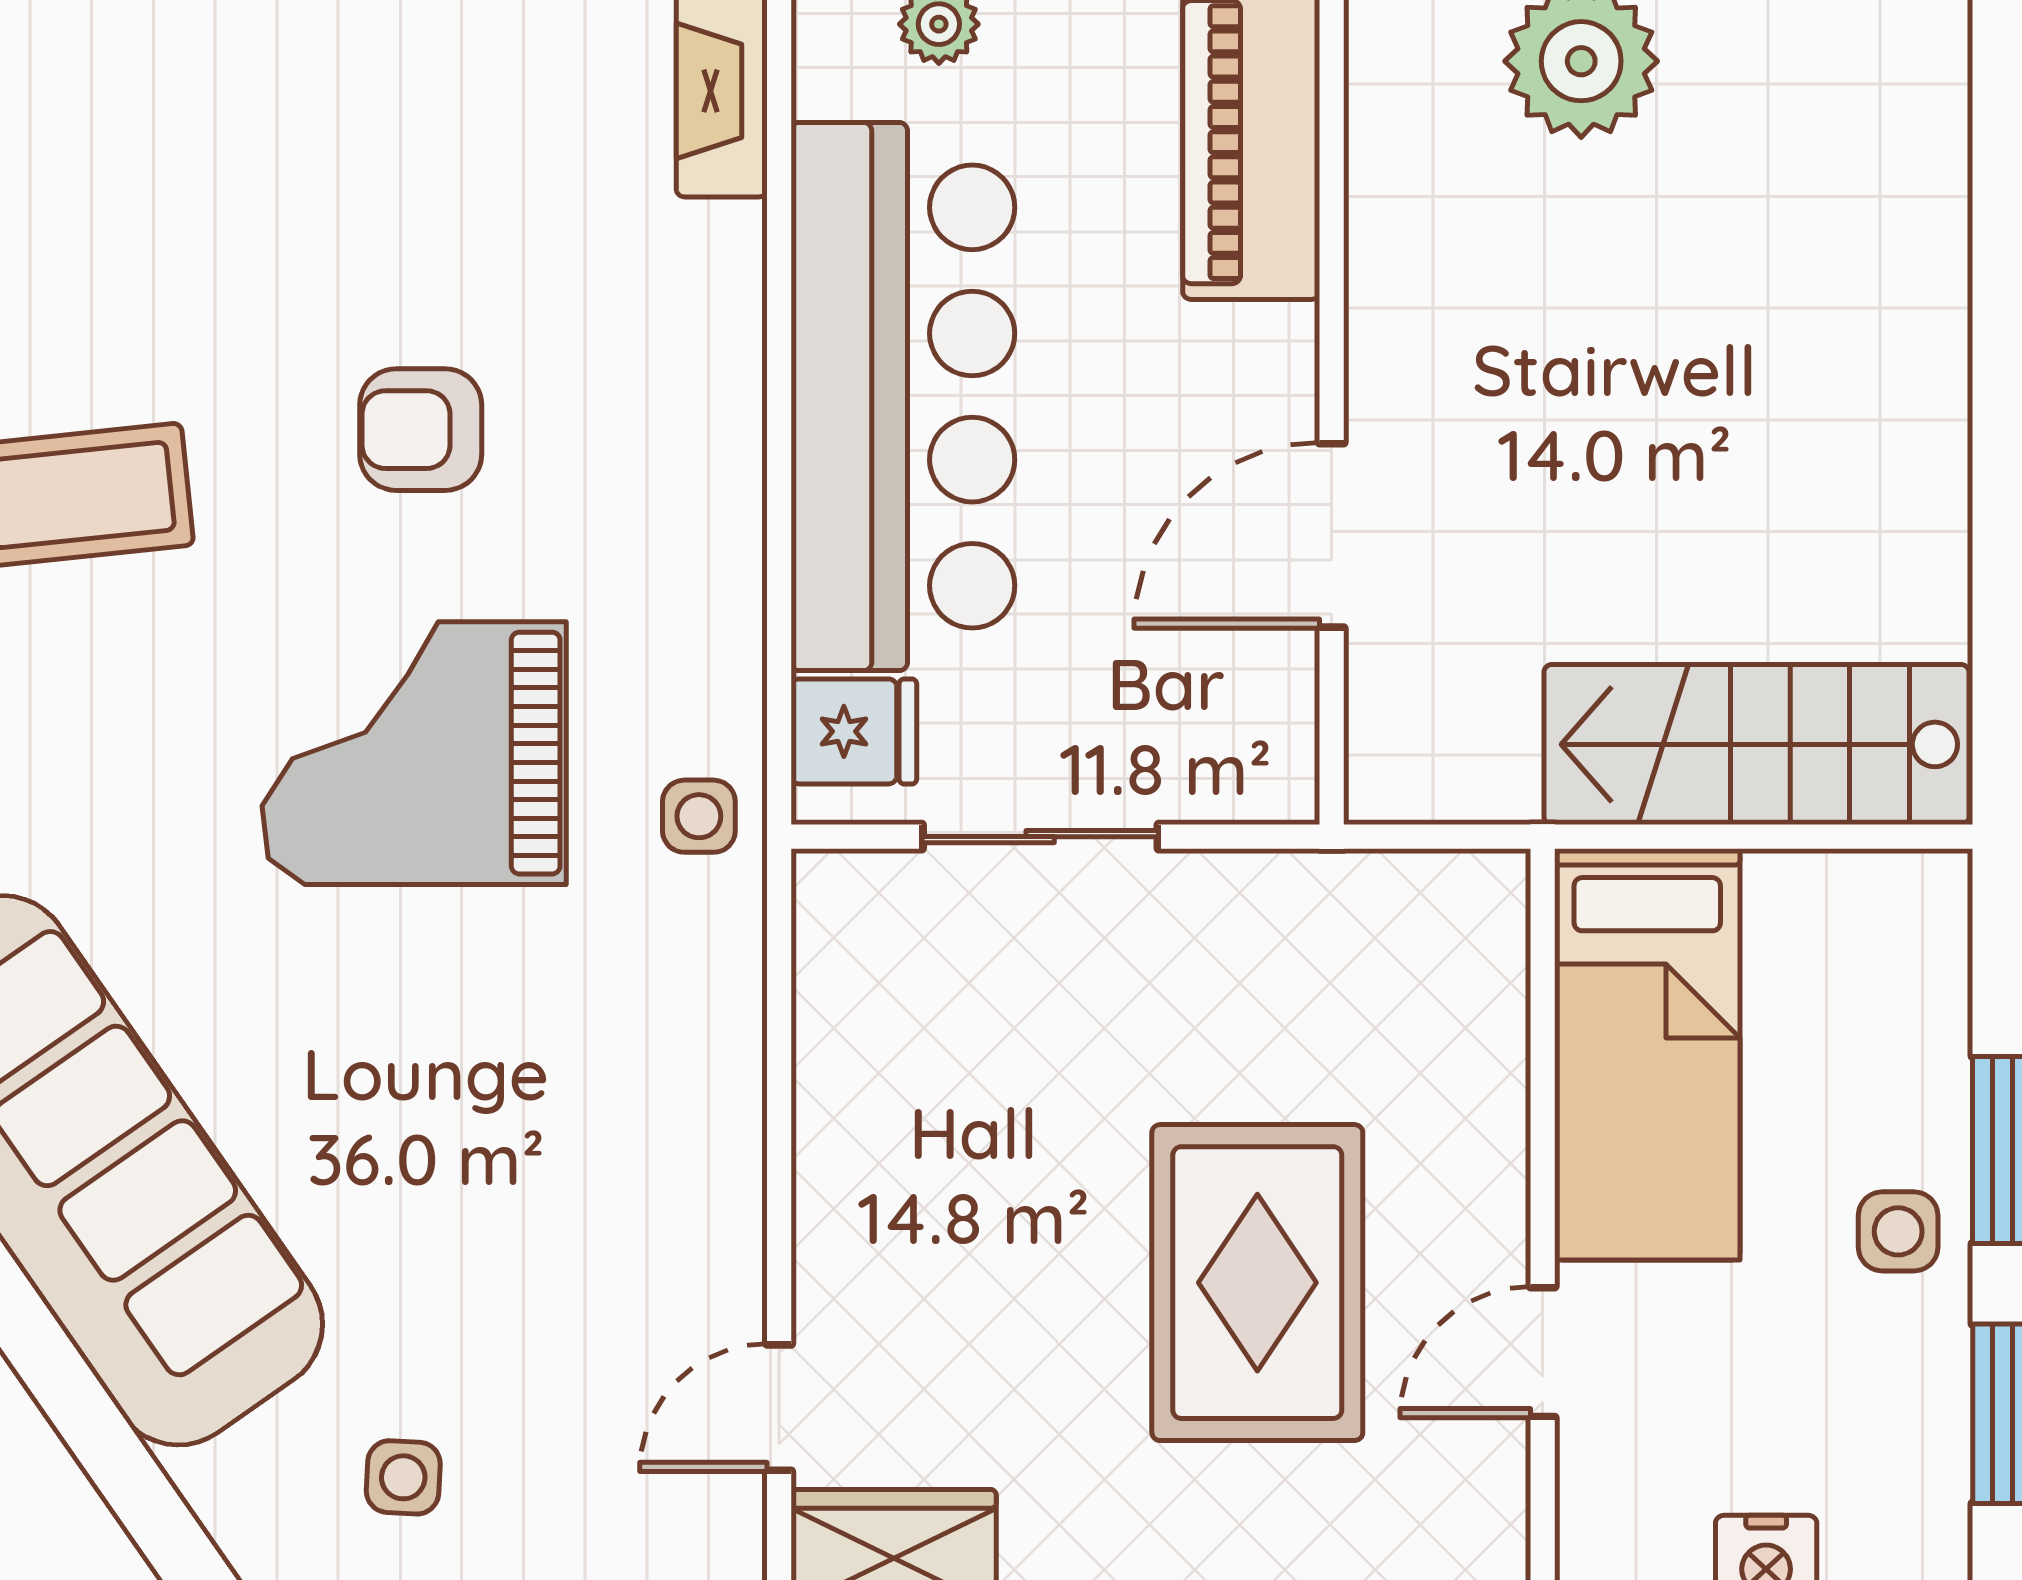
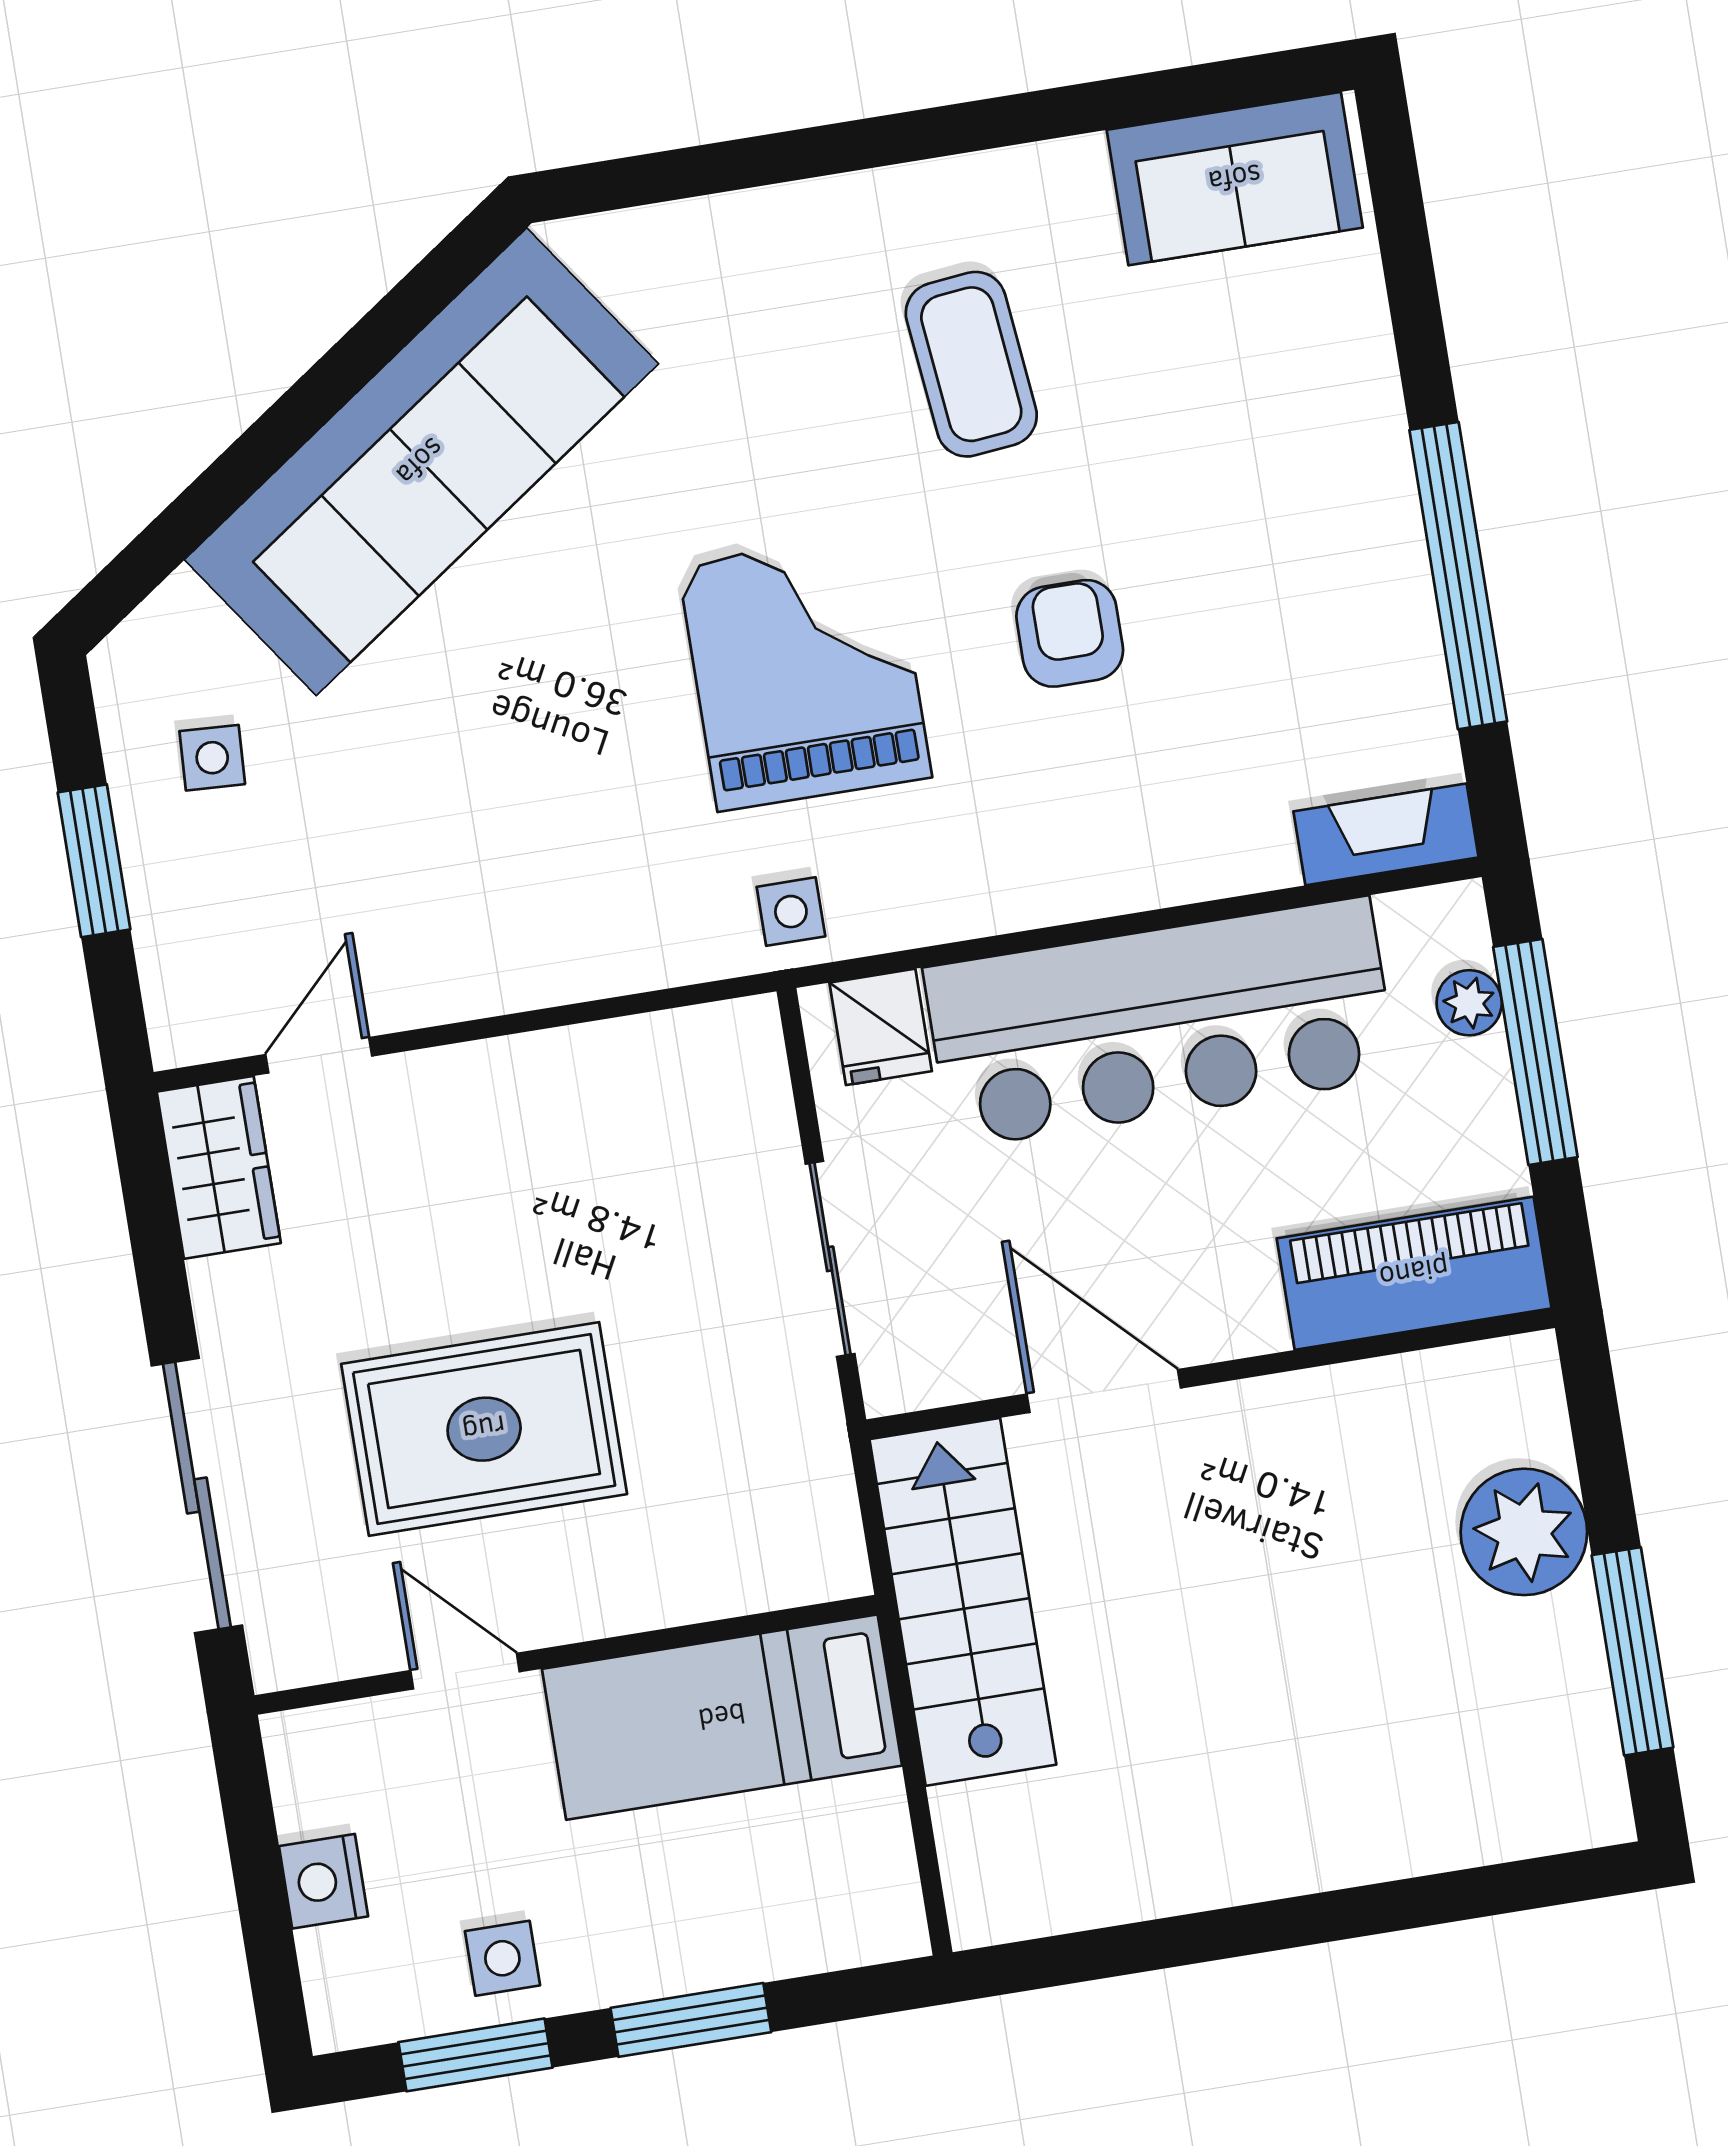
stairs: (1756, 744) -> (963, 1602), moved
sliding door: (1040, 837) -> (830, 1259), moved
side table: (1898, 1231) -> (502, 1958), moved
door: (779, 1408) -> (319, 1055), hinge flipped

